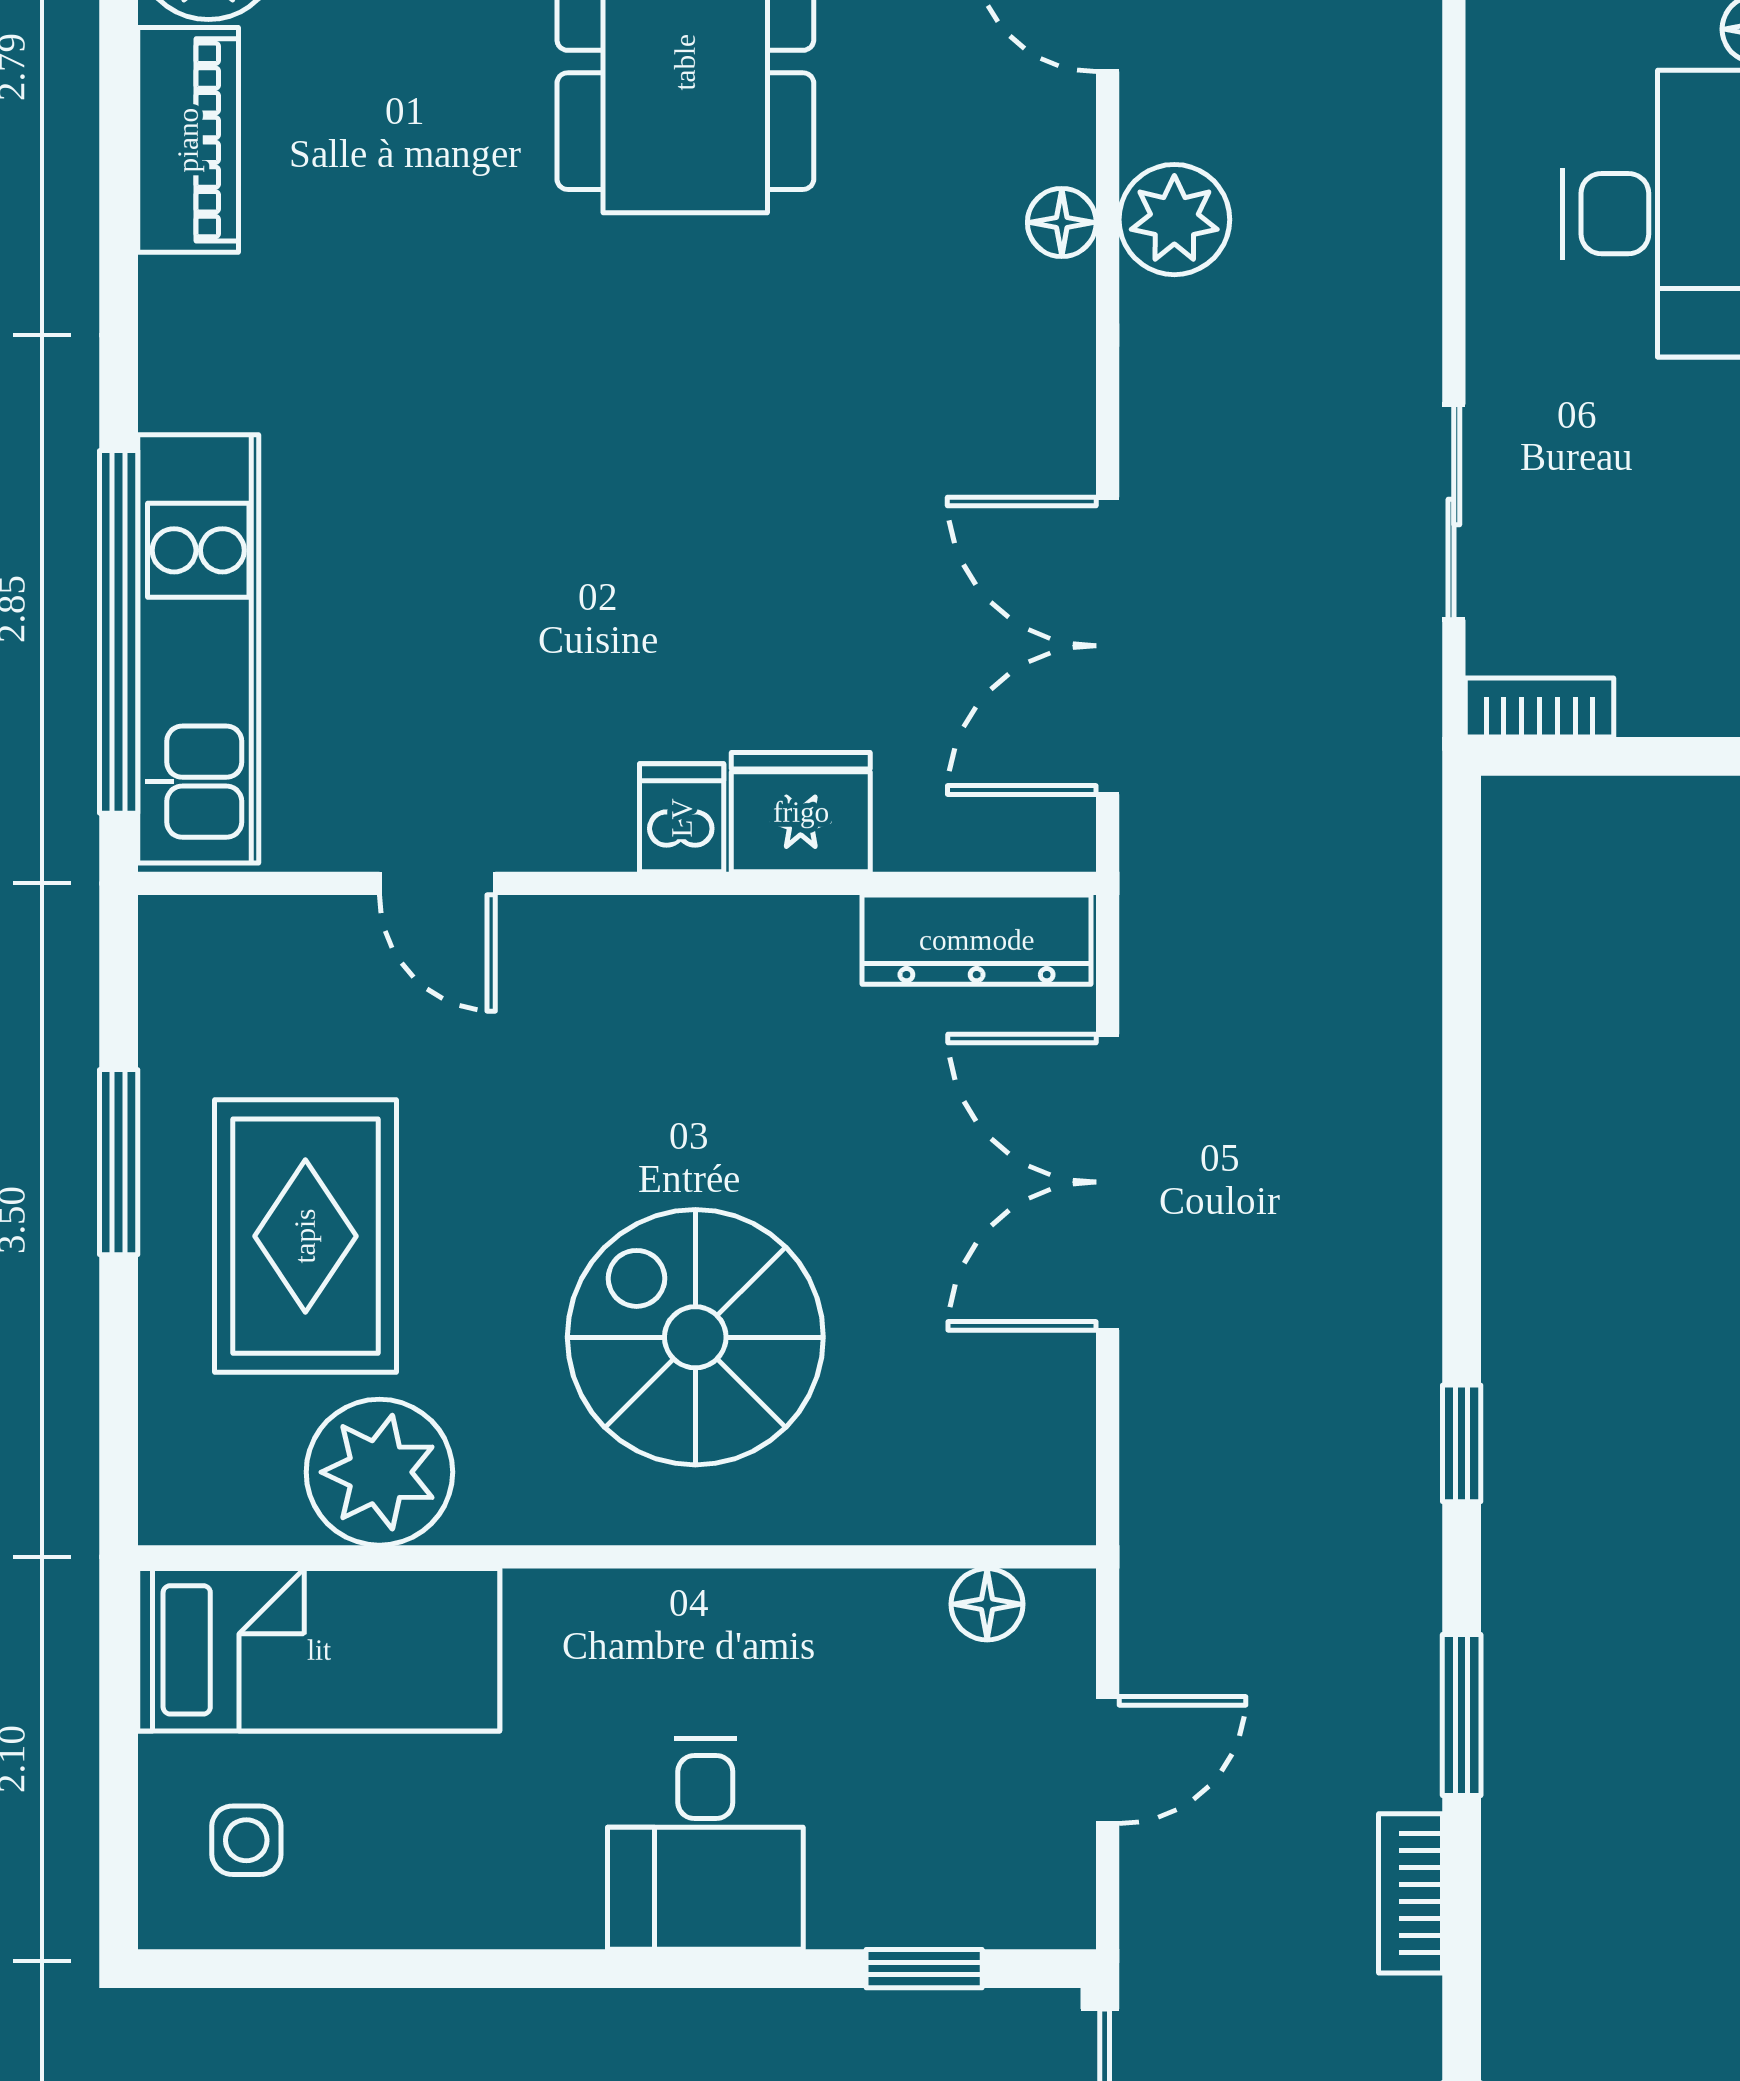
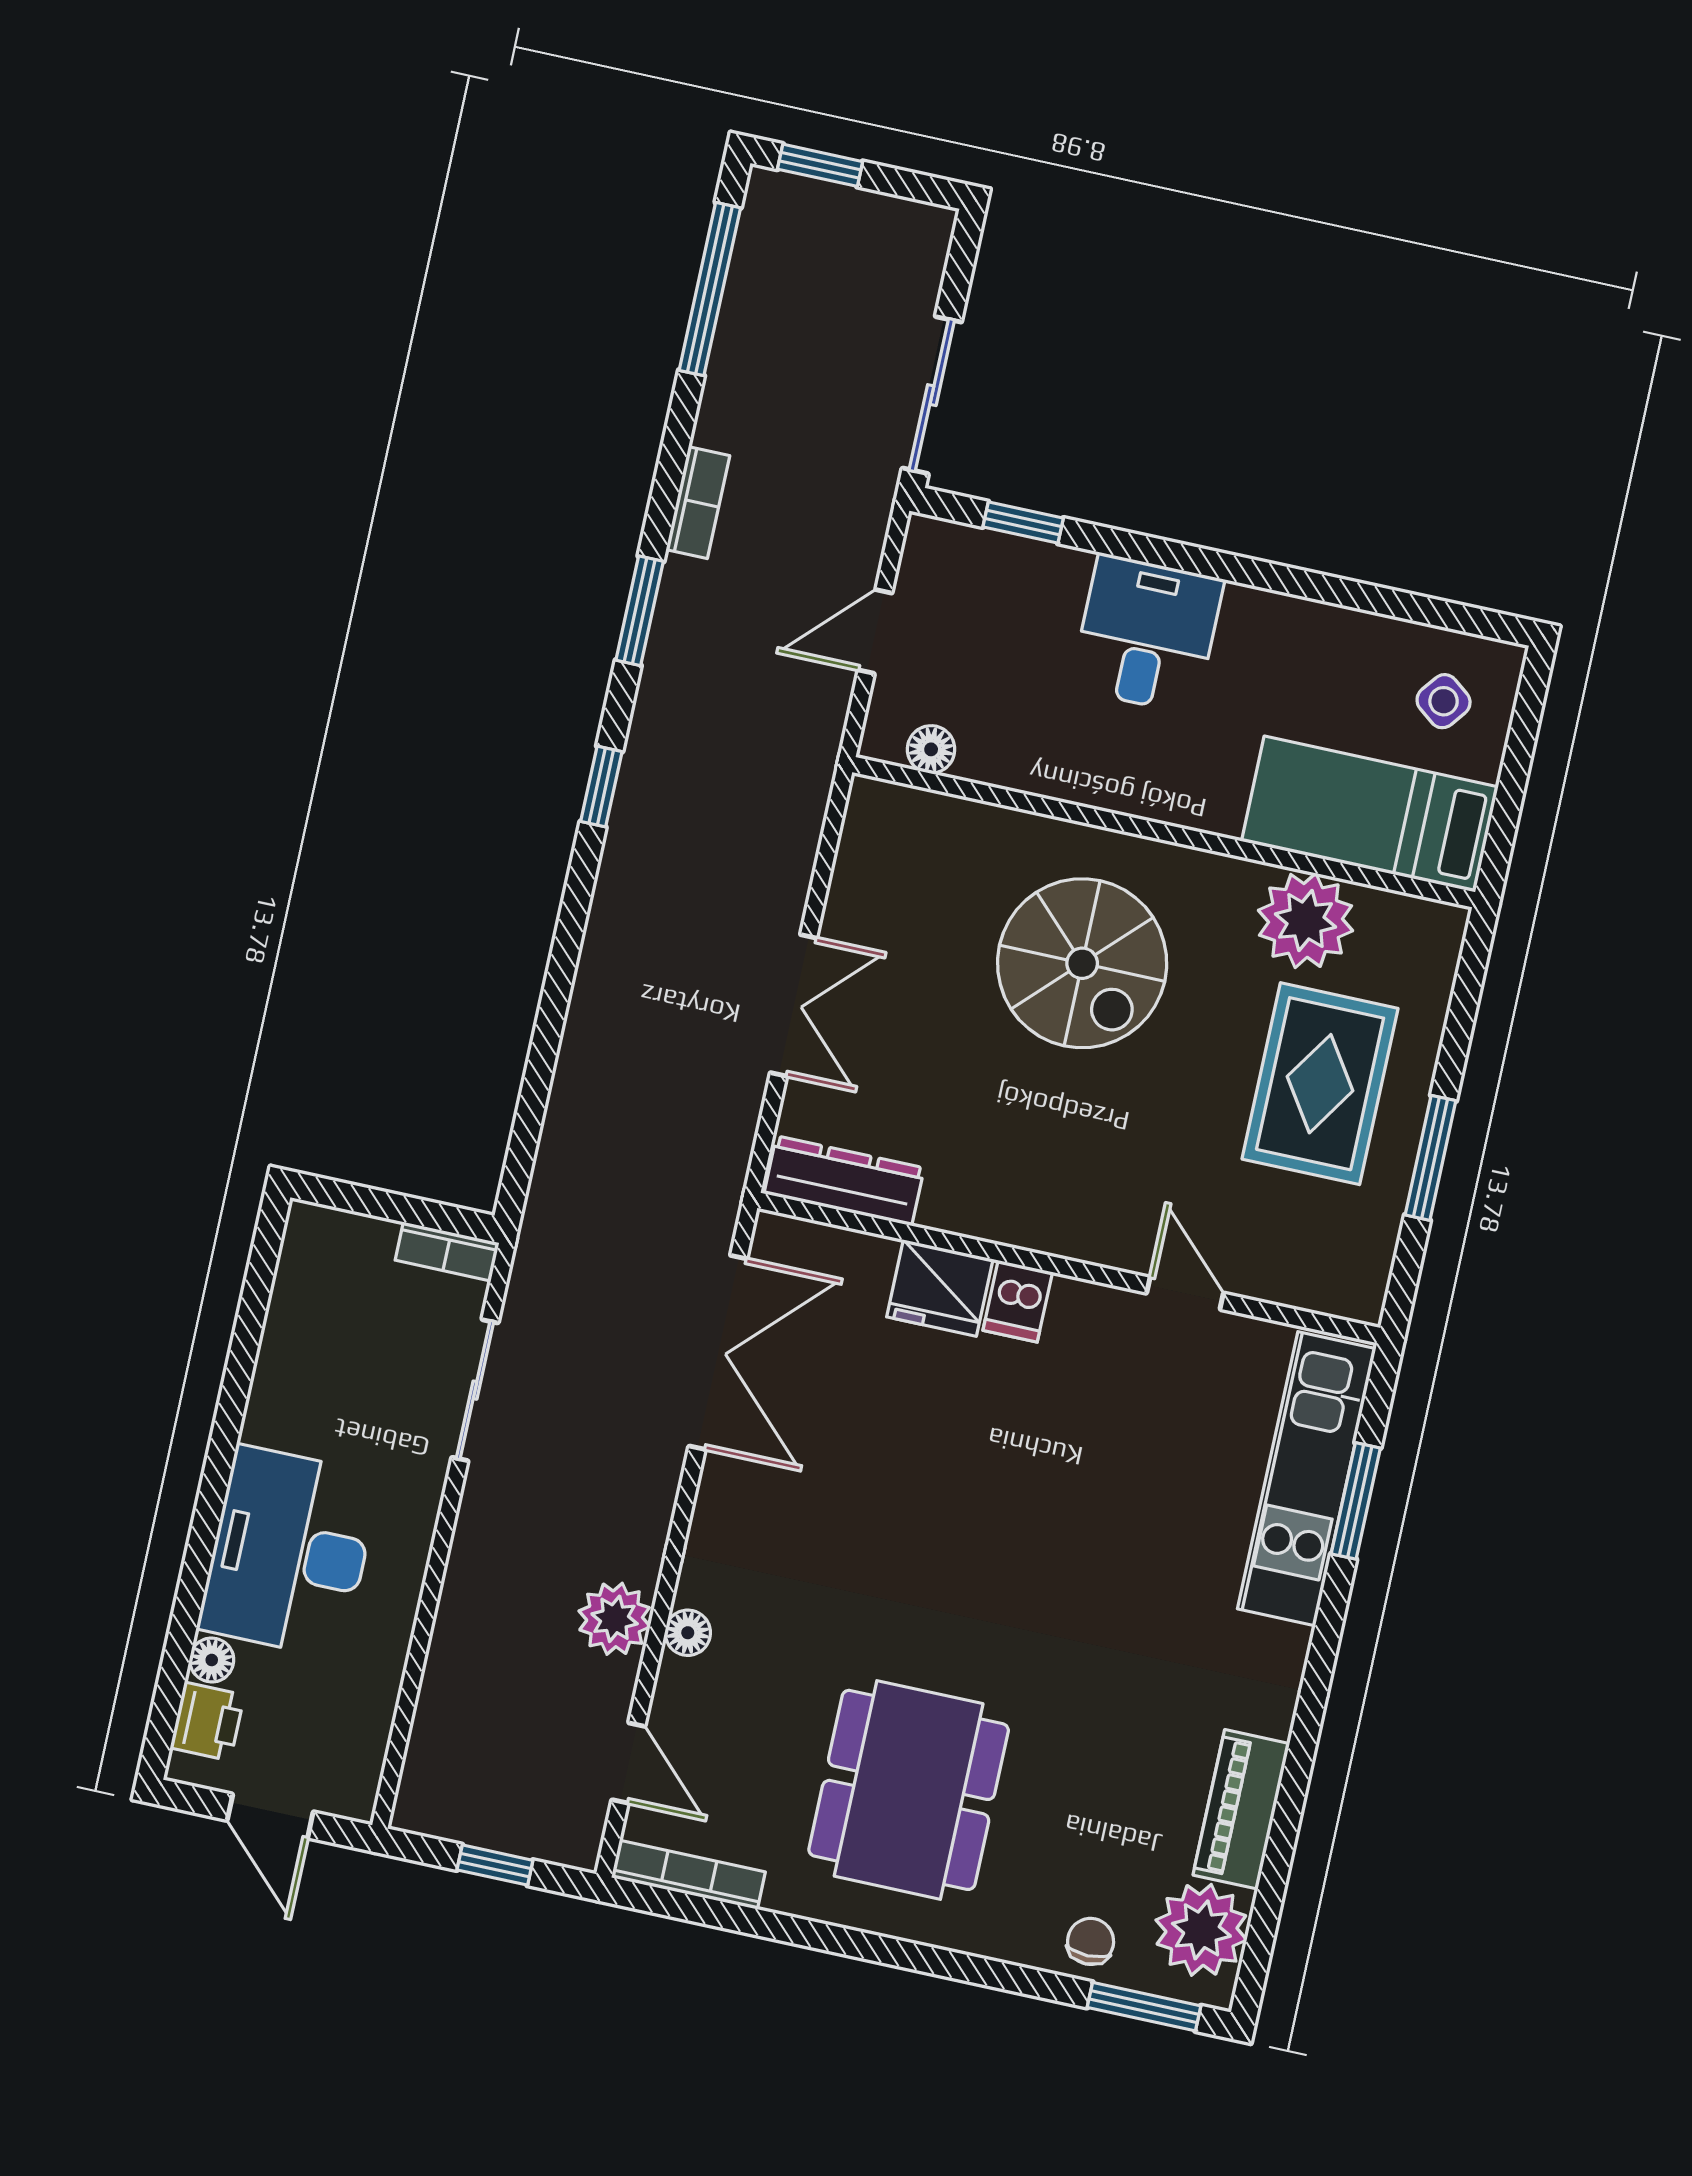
window: (119, 632) -> (1356, 1501), width x0.47
double door: (1108, 1182) -> (794, 1005), width x0.73
side table: (246, 1840) -> (1444, 701), turned 38

